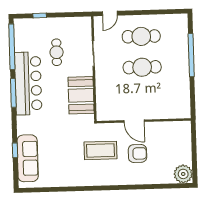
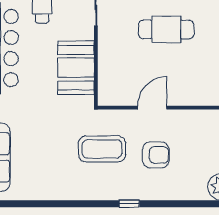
door: (134, 121) -> (152, 108), swing flipped
window: (120, 187) -> (129, 204), added

